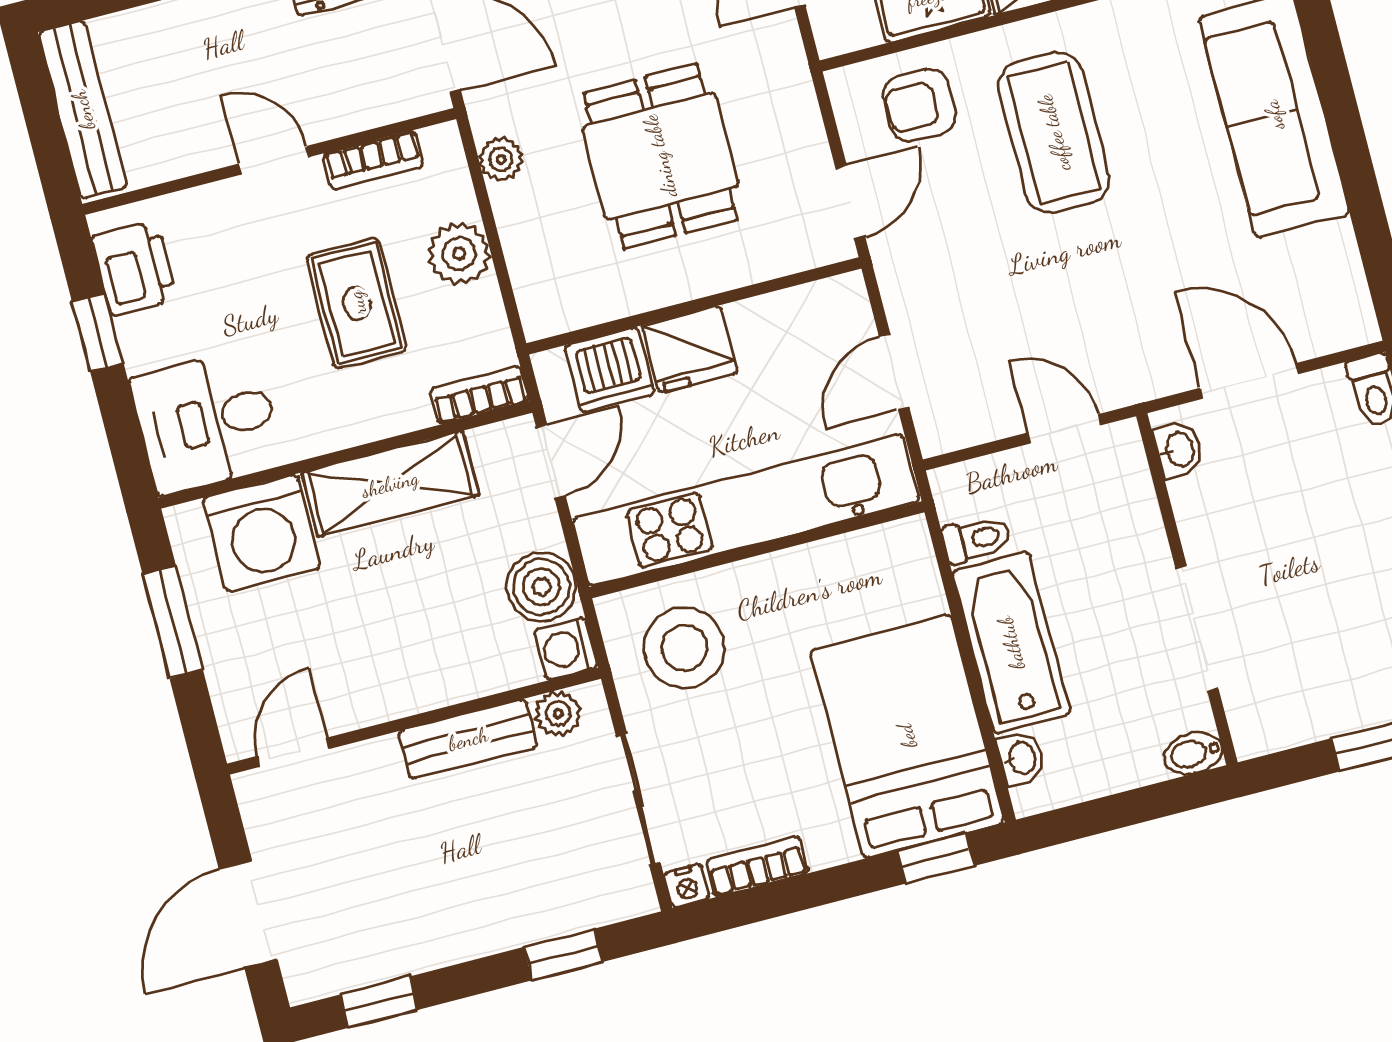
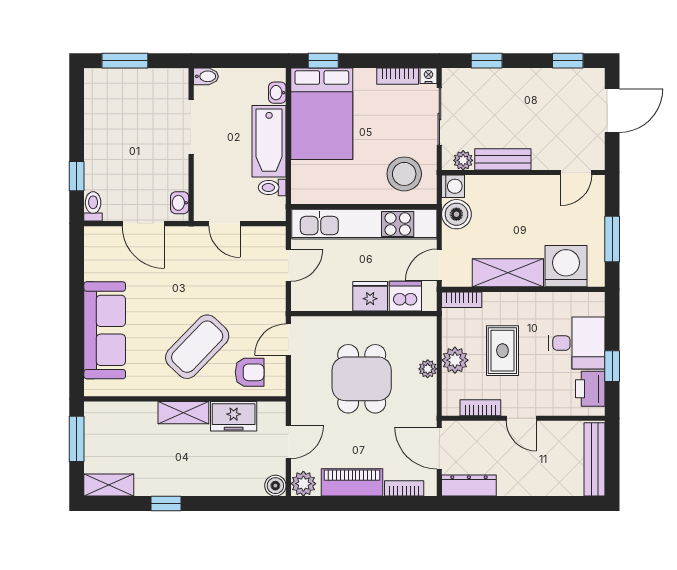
coffee table: (1054, 133) -> (197, 347), turned 44
plant: (501, 159) -> (428, 369), moved
desk: (207, 422) -> (577, 343), moved

